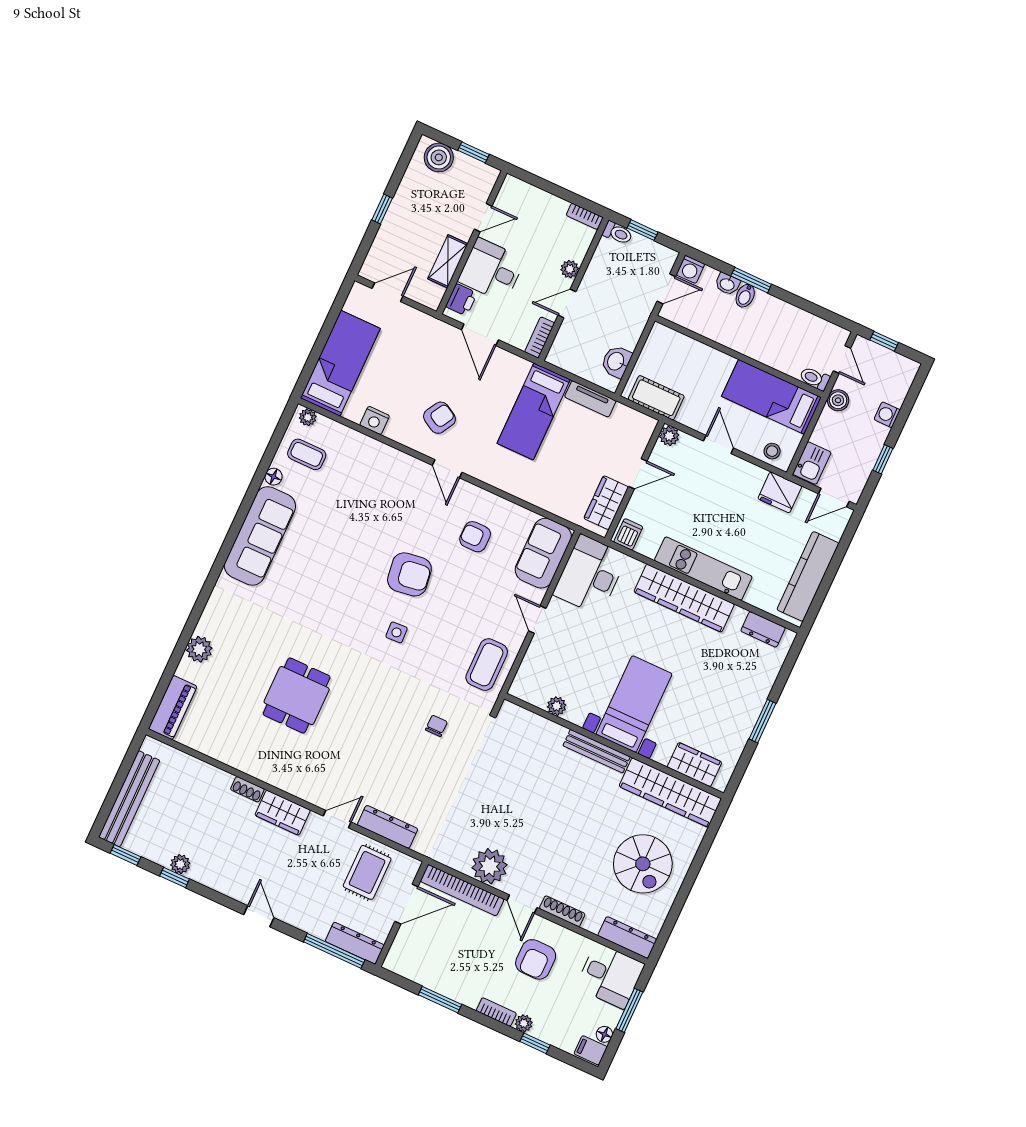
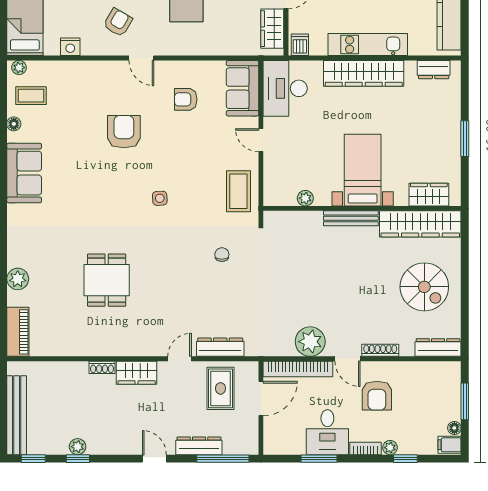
sofa: (260, 536) -> (24, 173), width x0.73
armchair: (409, 574) -> (124, 132), moved, turned -82
dresser: (355, 943) -> (199, 446), moved
desk: (610, 976) -> (327, 432), moved, turned 90

